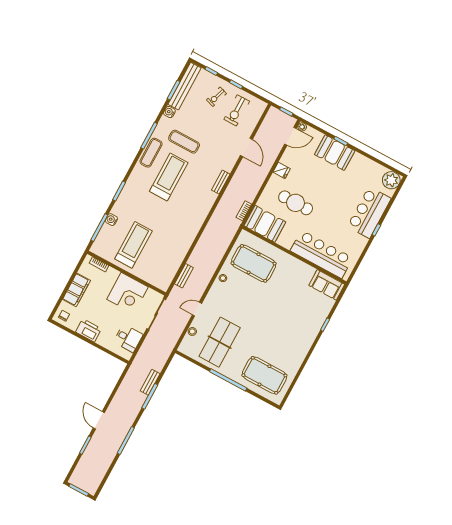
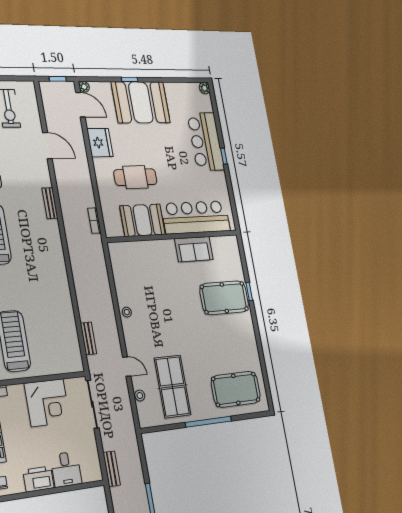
door: (290, 136) -> (80, 105), hinge flipped
booth: (335, 153) -> (141, 102), width x1.36, depth x1.42
fridge: (282, 170) -> (100, 143), width x1.88, depth x1.34
plant: (391, 180) -> (205, 88), width x0.53, depth x0.53
booth: (265, 224) -> (143, 220), moved
pool table: (254, 263) -> (224, 298), moved
sofa: (327, 285) -> (194, 249), moved
door: (197, 309) -> (127, 367), swing flipped
desk: (128, 338) -> (66, 469), moved, turned 90
bench: (150, 382) -> (112, 469), moved

